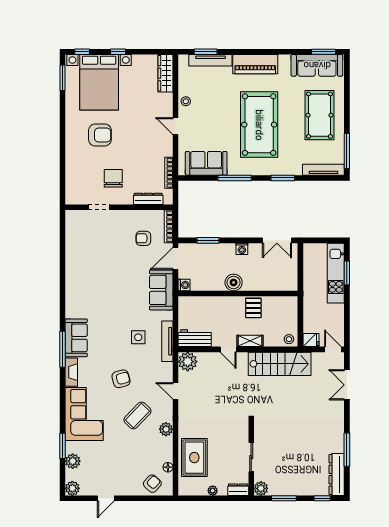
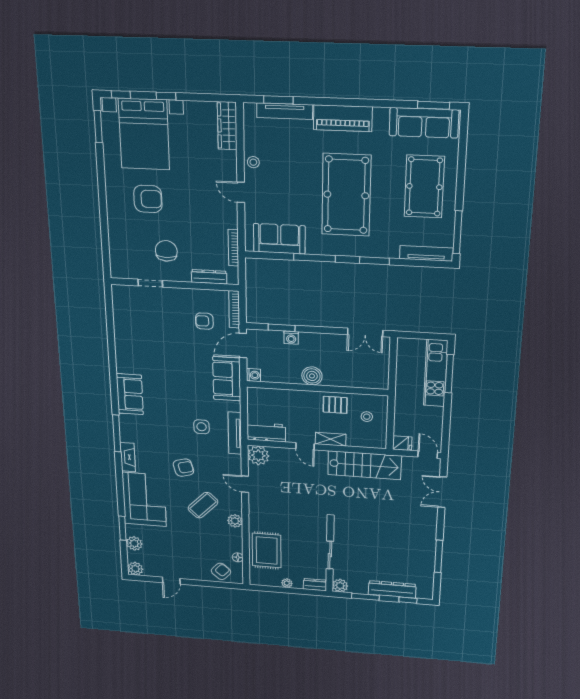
washing machine: (242, 249) -> (291, 338), moved
window: (347, 273) -> (449, 374), width x1.44
pallet: (253, 308) -> (335, 405), turned 90
sofa: (76, 338) -> (130, 394), moved
stool: (289, 339) -> (367, 417), moved
dresser: (337, 474) -> (392, 589), moved, turned 90

